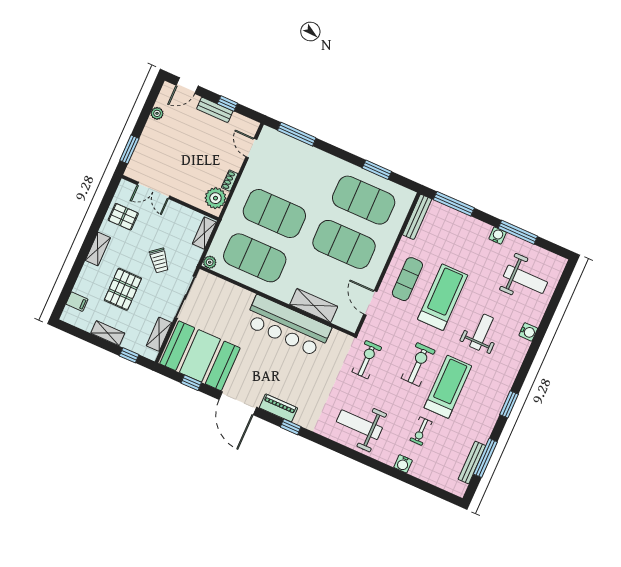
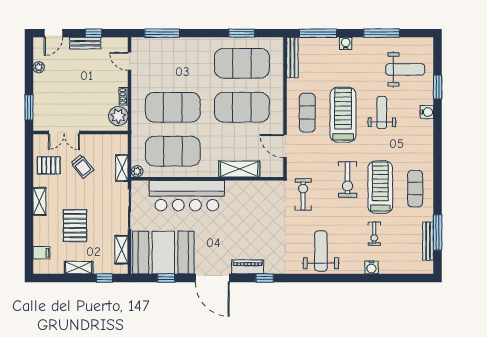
shelving: (204, 233) -> (122, 168), moved
water cooler: (498, 235) -> (346, 43), moved
trolley: (159, 260) -> (82, 166), moved
bar counter: (288, 326) -> (187, 196), moved
weight bench: (481, 332) -> (382, 112), moved
exercise bike: (418, 364) -> (347, 179), turned 180
exercise mat: (482, 404) -> (415, 189), added
window: (509, 404) -> (438, 87), moved
weight bench: (359, 425) -> (321, 251), turned 90

